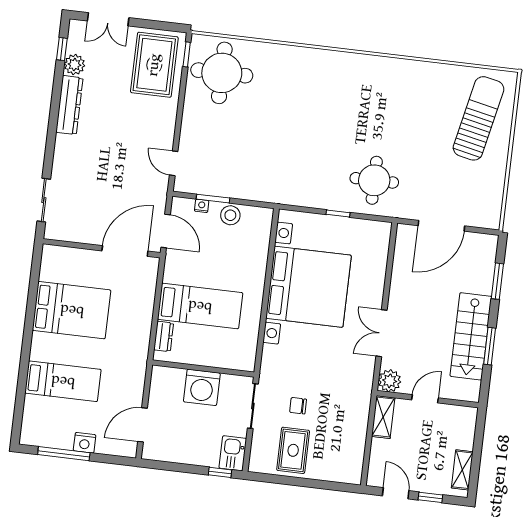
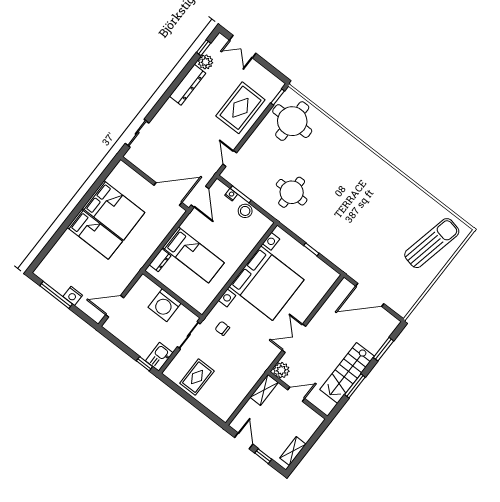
rug: (154, 65) -> (240, 108), moved
round table: (374, 180) -> (292, 192), moved
bed: (63, 381) -> (95, 234), moved
chair: (298, 406) -> (222, 328), moved

